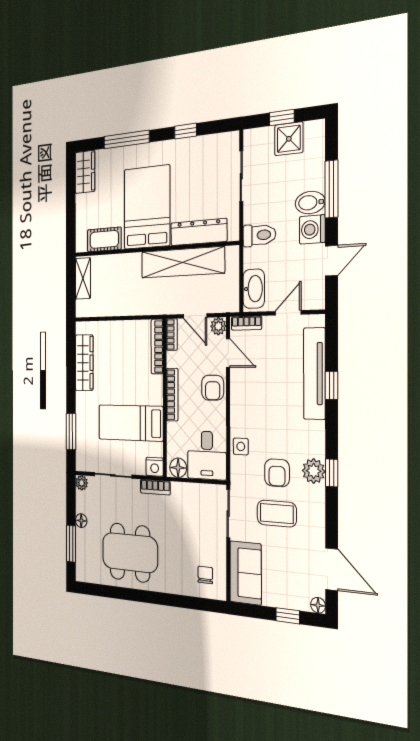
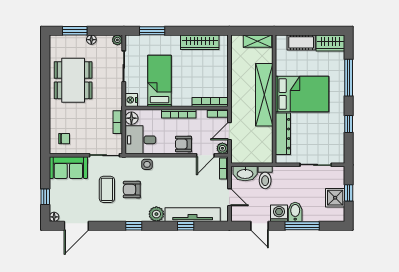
toilet: (259, 235) -> (265, 177), moved
cot: (104, 239) -> (301, 42), moved, turned 90
shelving: (182, 262) -> (264, 95), moved
plant: (314, 471) -> (156, 214), moved
bookcase: (155, 487) -> (118, 122), moved

